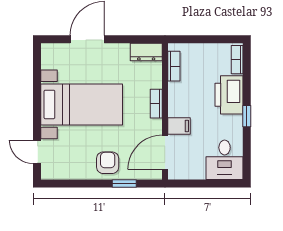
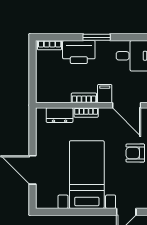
dresser: (146, 52) -> (60, 115), moved, turned 90
bookcase: (174, 66) -> (84, 98), moved
window: (247, 116) -> (97, 37), width x1.50

